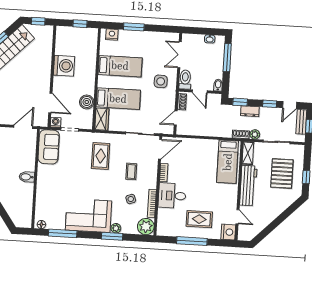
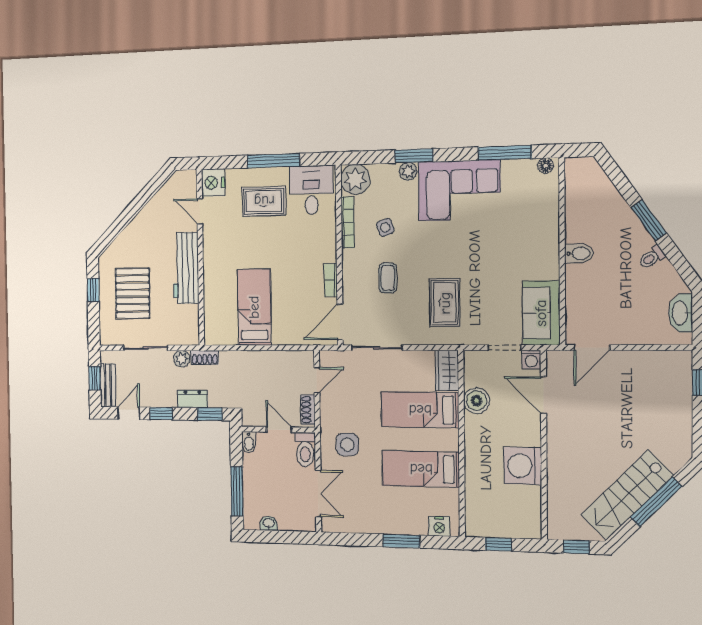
shelving: (248, 153) -> (191, 325), removed
bed: (228, 162) -> (254, 307), moved
desk: (172, 196) -> (311, 190), moved, turned -90

